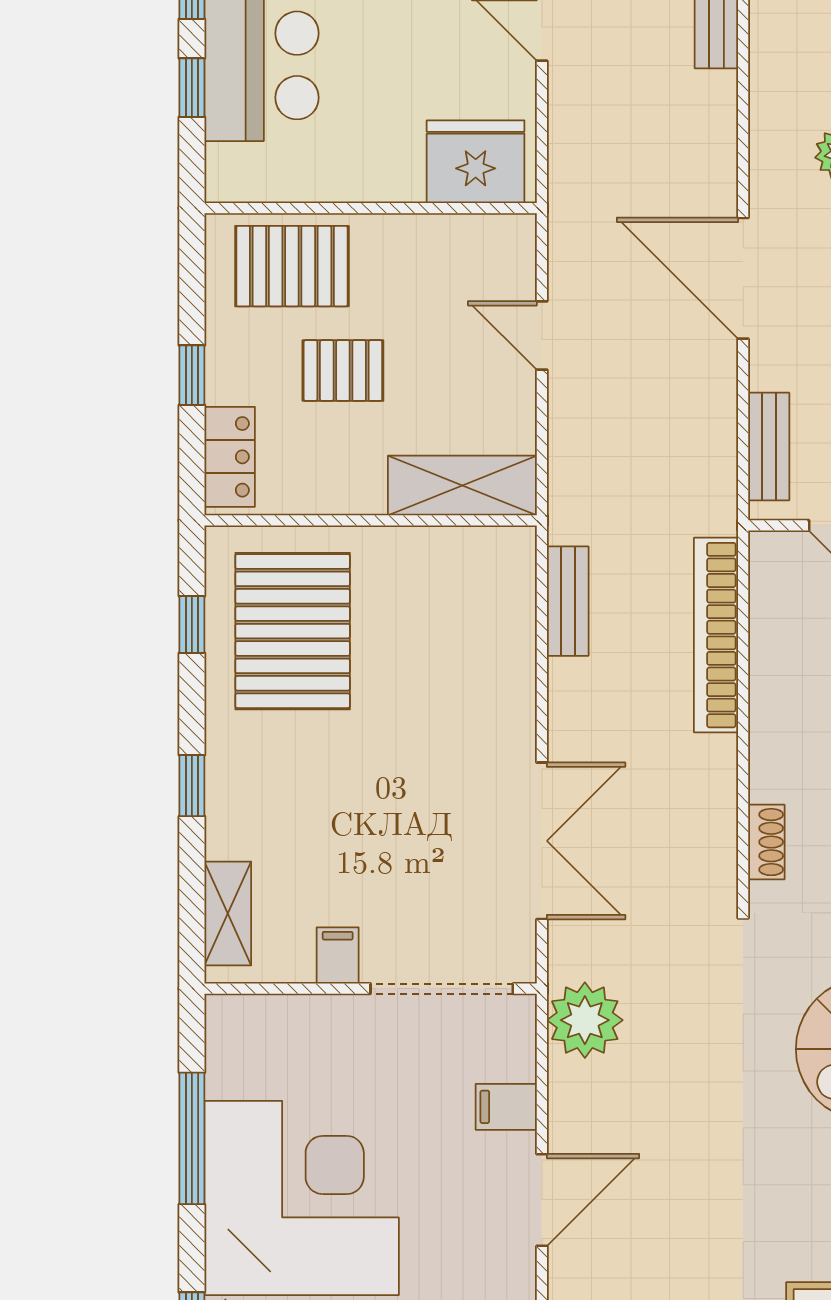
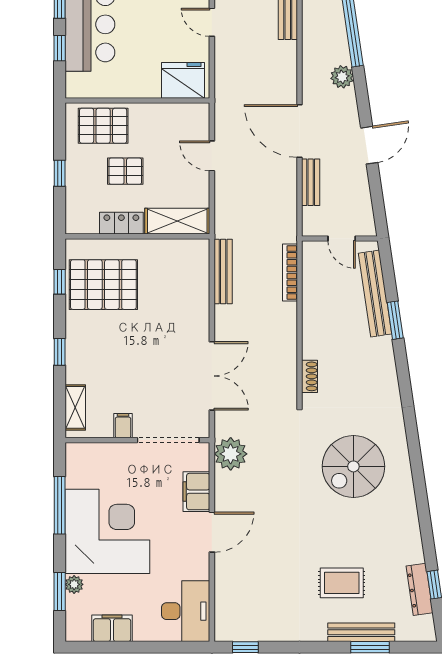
bench: (769, 447) -> (311, 182), moved
locker: (230, 457) -> (121, 223), moved, turned -90
bench: (568, 601) -> (223, 272), width x1.36
pallet: (293, 631) -> (103, 285), turned 90
bookcase: (716, 635) -> (290, 273), width x0.68, depth x0.76
filing cabinet: (506, 1107) -> (196, 492), width x2.00

